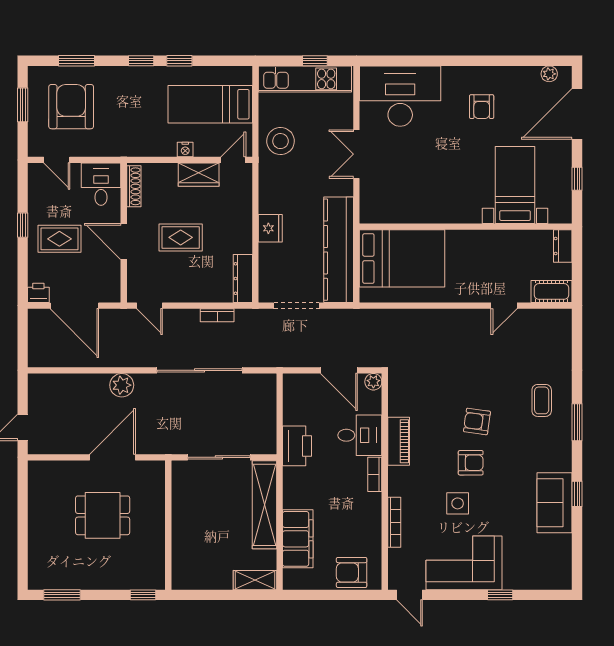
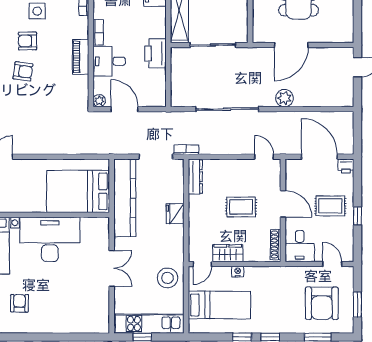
desk: (400, 96) -> (50, 239), moved, turned 180
bookcase: (217, 315) -> (186, 150), moved

